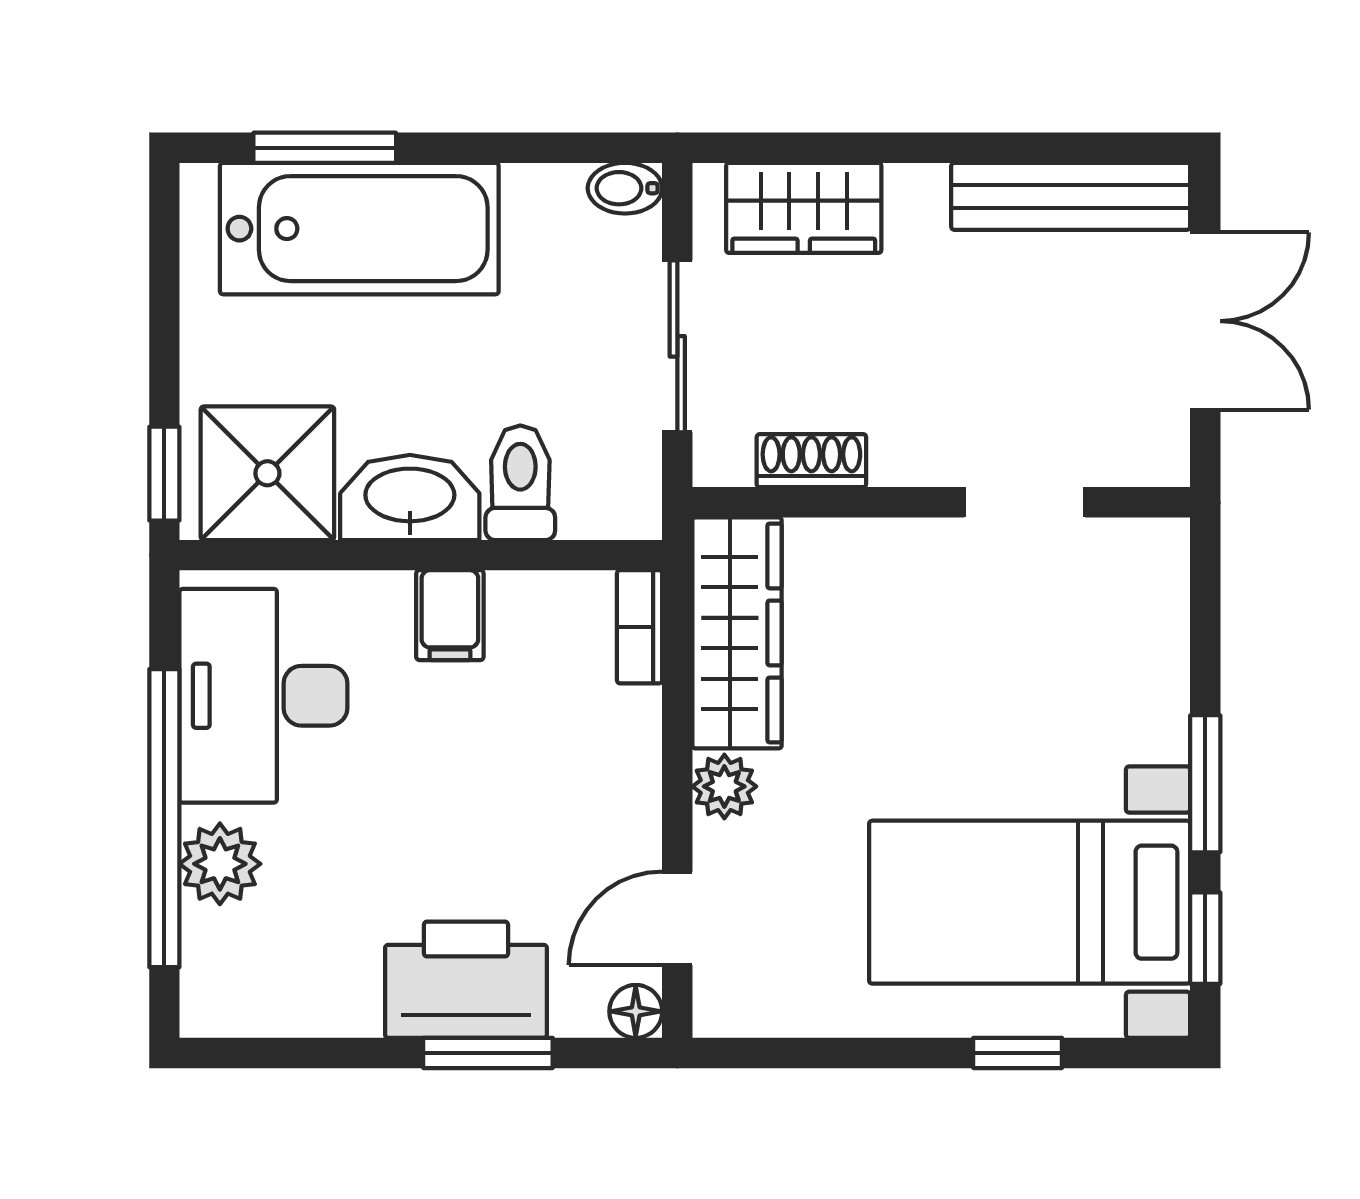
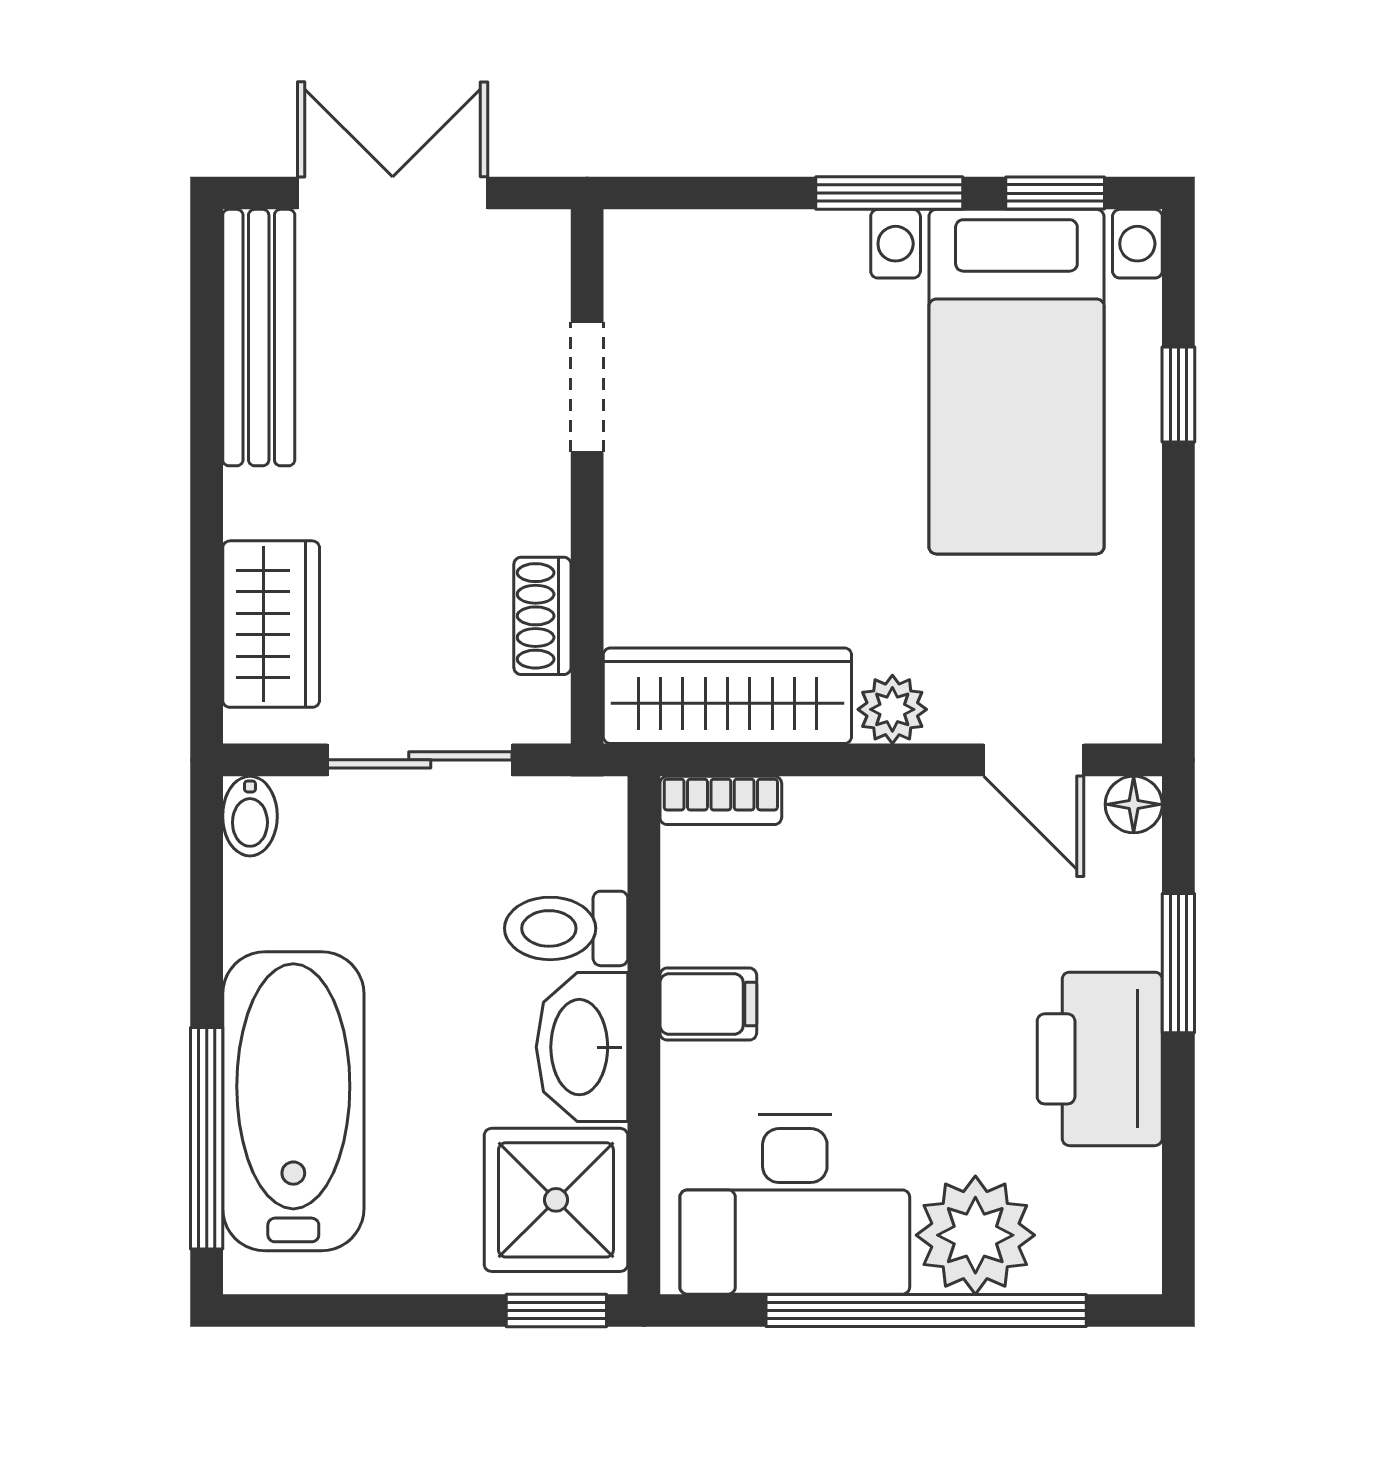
window: (325, 148) -> (207, 1138), width x1.44
plant: (220, 864) -> (975, 1235), width x1.36, depth x1.36
printer: (466, 980) -> (1100, 1059), moved

